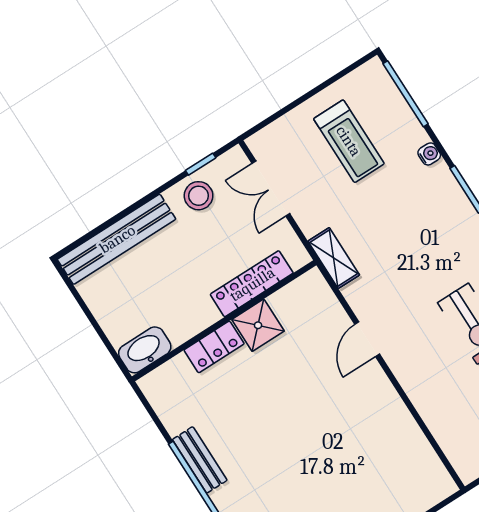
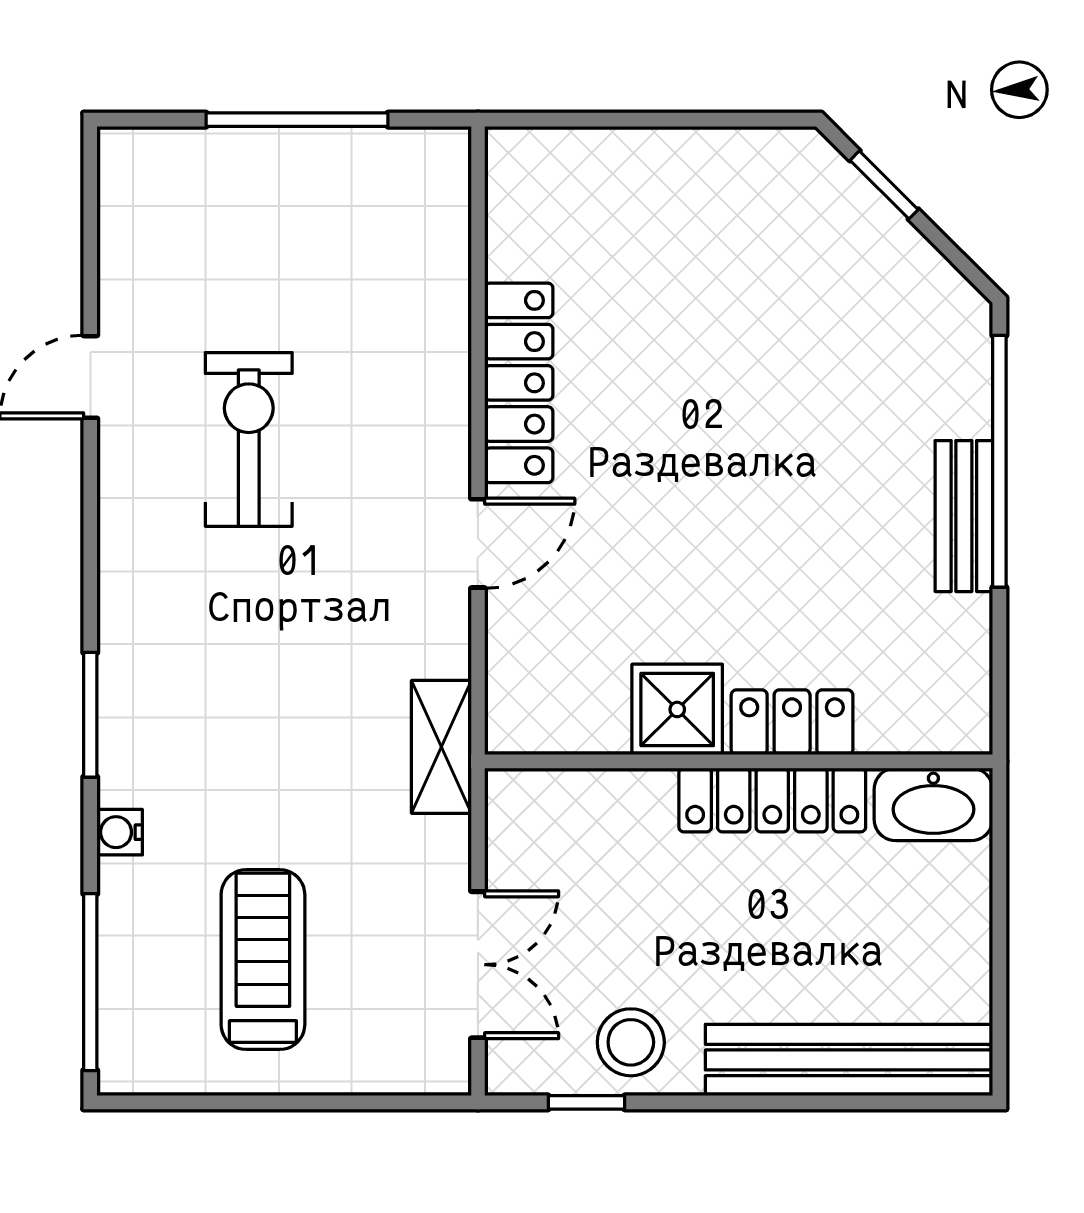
locker: (252, 284) -> (772, 800), moved
locker: (389, 406) -> (519, 383), added

